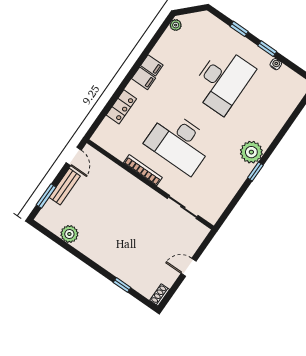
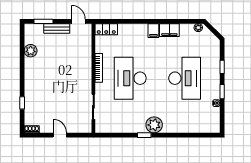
filing cabinet: (152, 65) -> (169, 30), width x2.00
desk: (222, 81) -> (185, 78), turned -90
locker: (121, 107) -> (106, 29), moved
door: (74, 156) -> (78, 21), swing flipped

